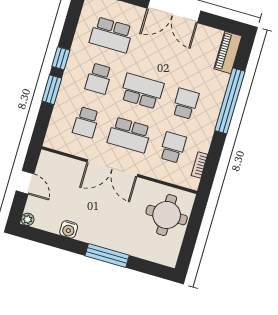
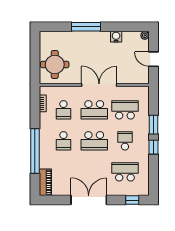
school desk: (86, 122) -> (125, 110), width x1.85
school desk: (129, 135) -> (94, 110), turned 180

